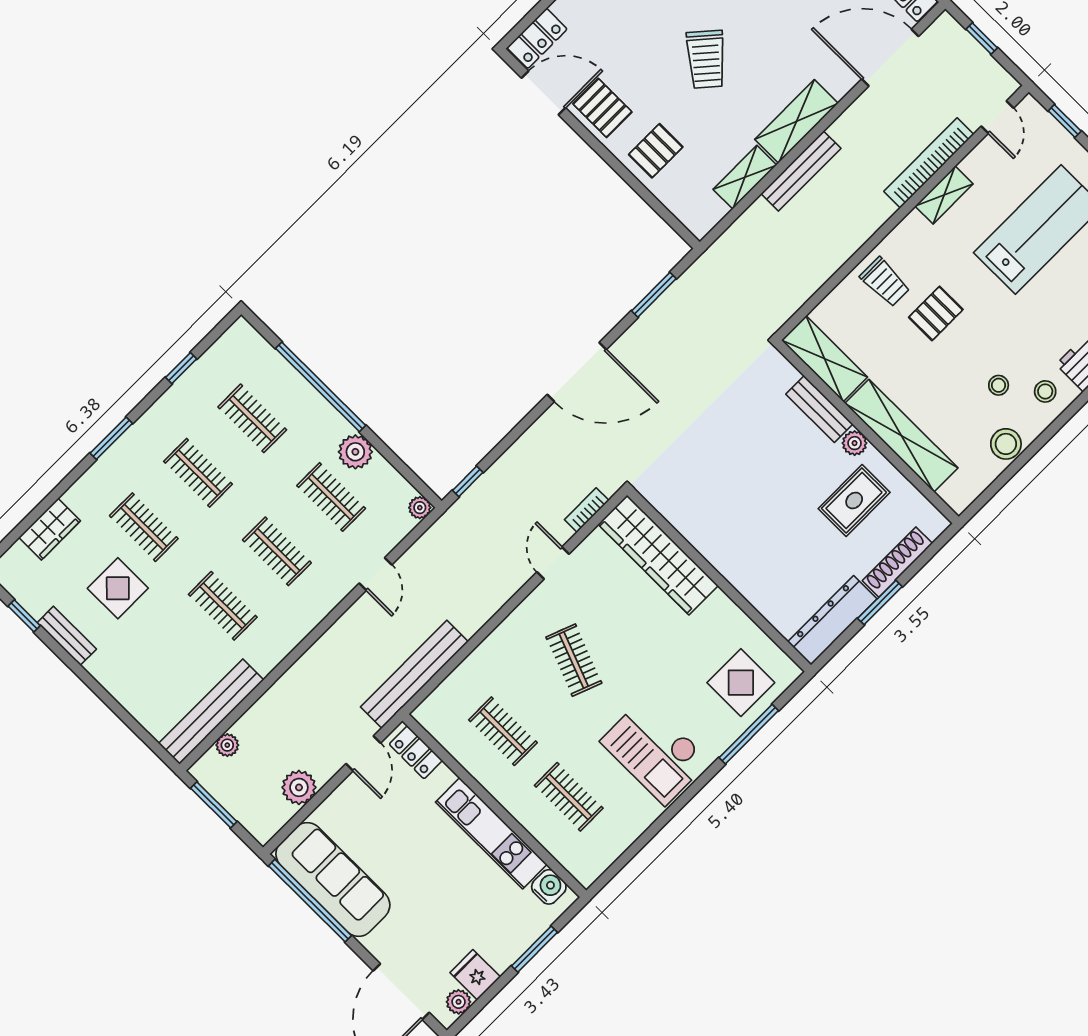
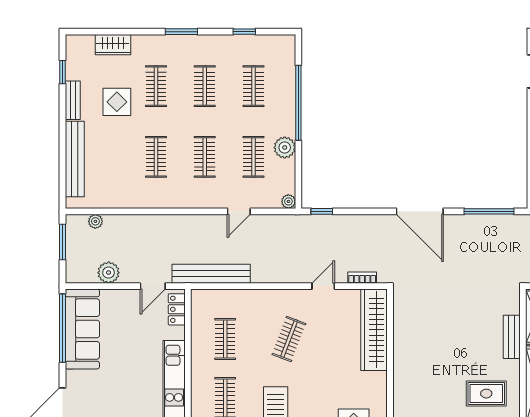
window: (654, 295) -> (489, 211), width x1.44
plant: (855, 443) -> (512, 368), removed
bench: (211, 712) -> (75, 159), moved, turned 90

